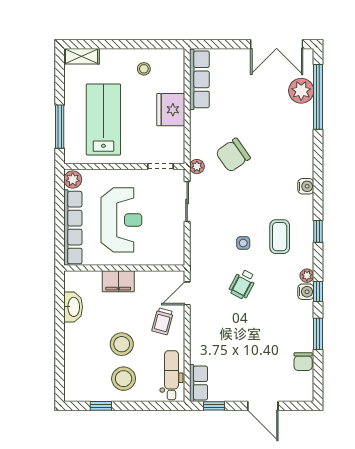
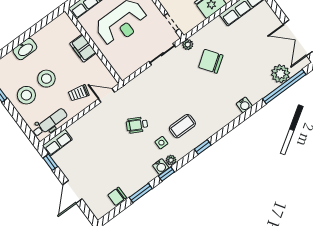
water cooler: (306, 186) -> (244, 105), moved
side table: (243, 243) -> (161, 143), moved
washbasin: (73, 307) -> (25, 49), moved

